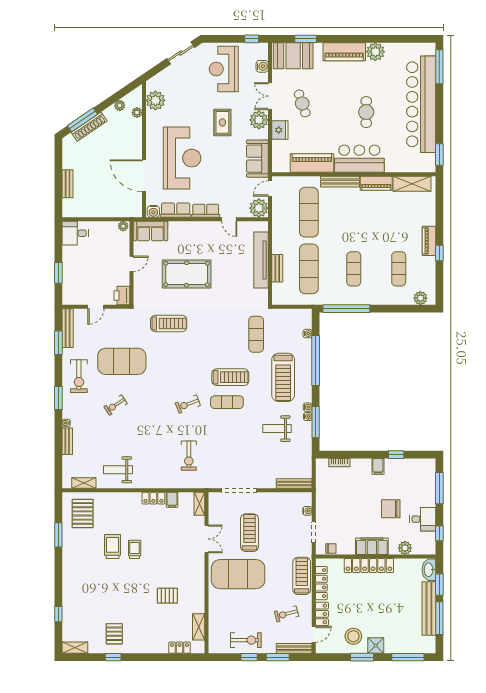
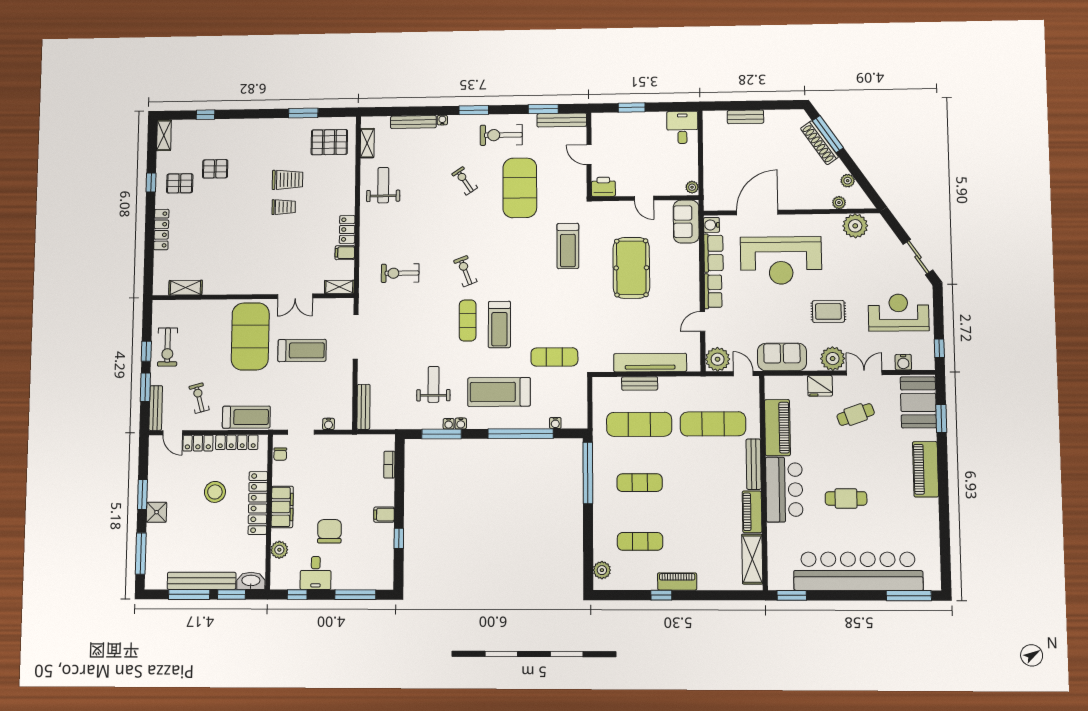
plant: (375, 52) -> (927, 511), removed
bench: (67, 441) -> (413, 122), width x1.36
pallet: (167, 596) -> (215, 169), moved, turned 90
stool: (353, 636) -> (215, 492), moved
locker: (180, 648) -> (161, 230), moved, width x1.53

